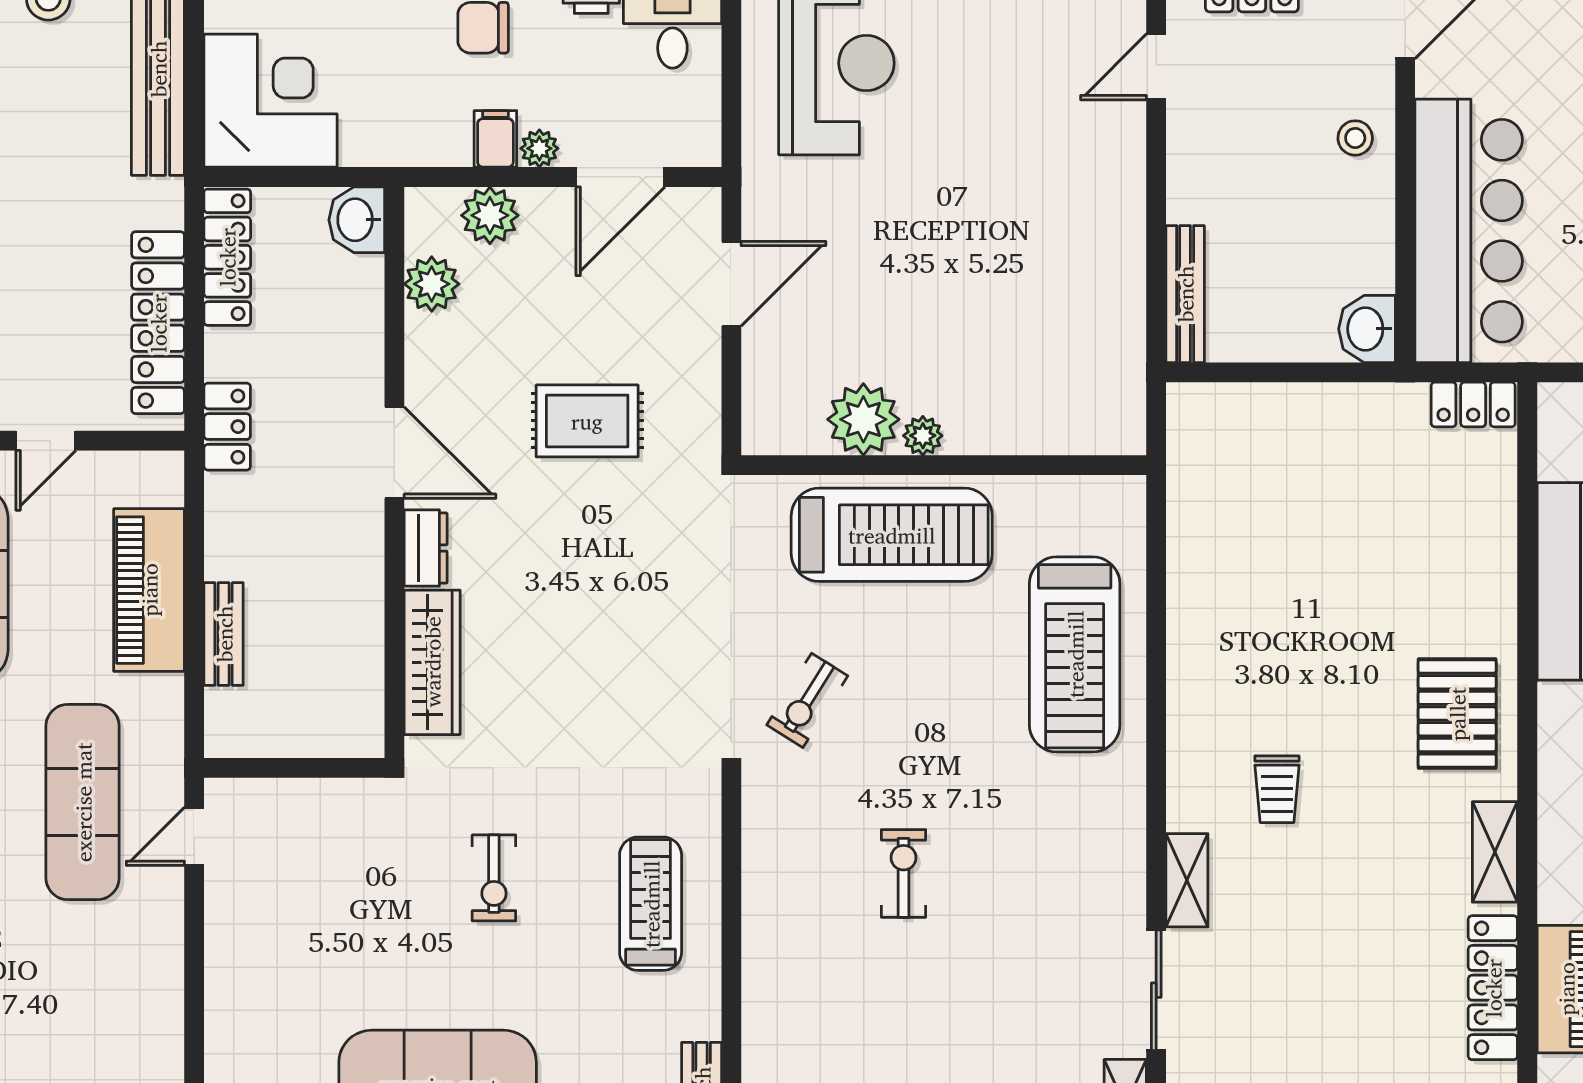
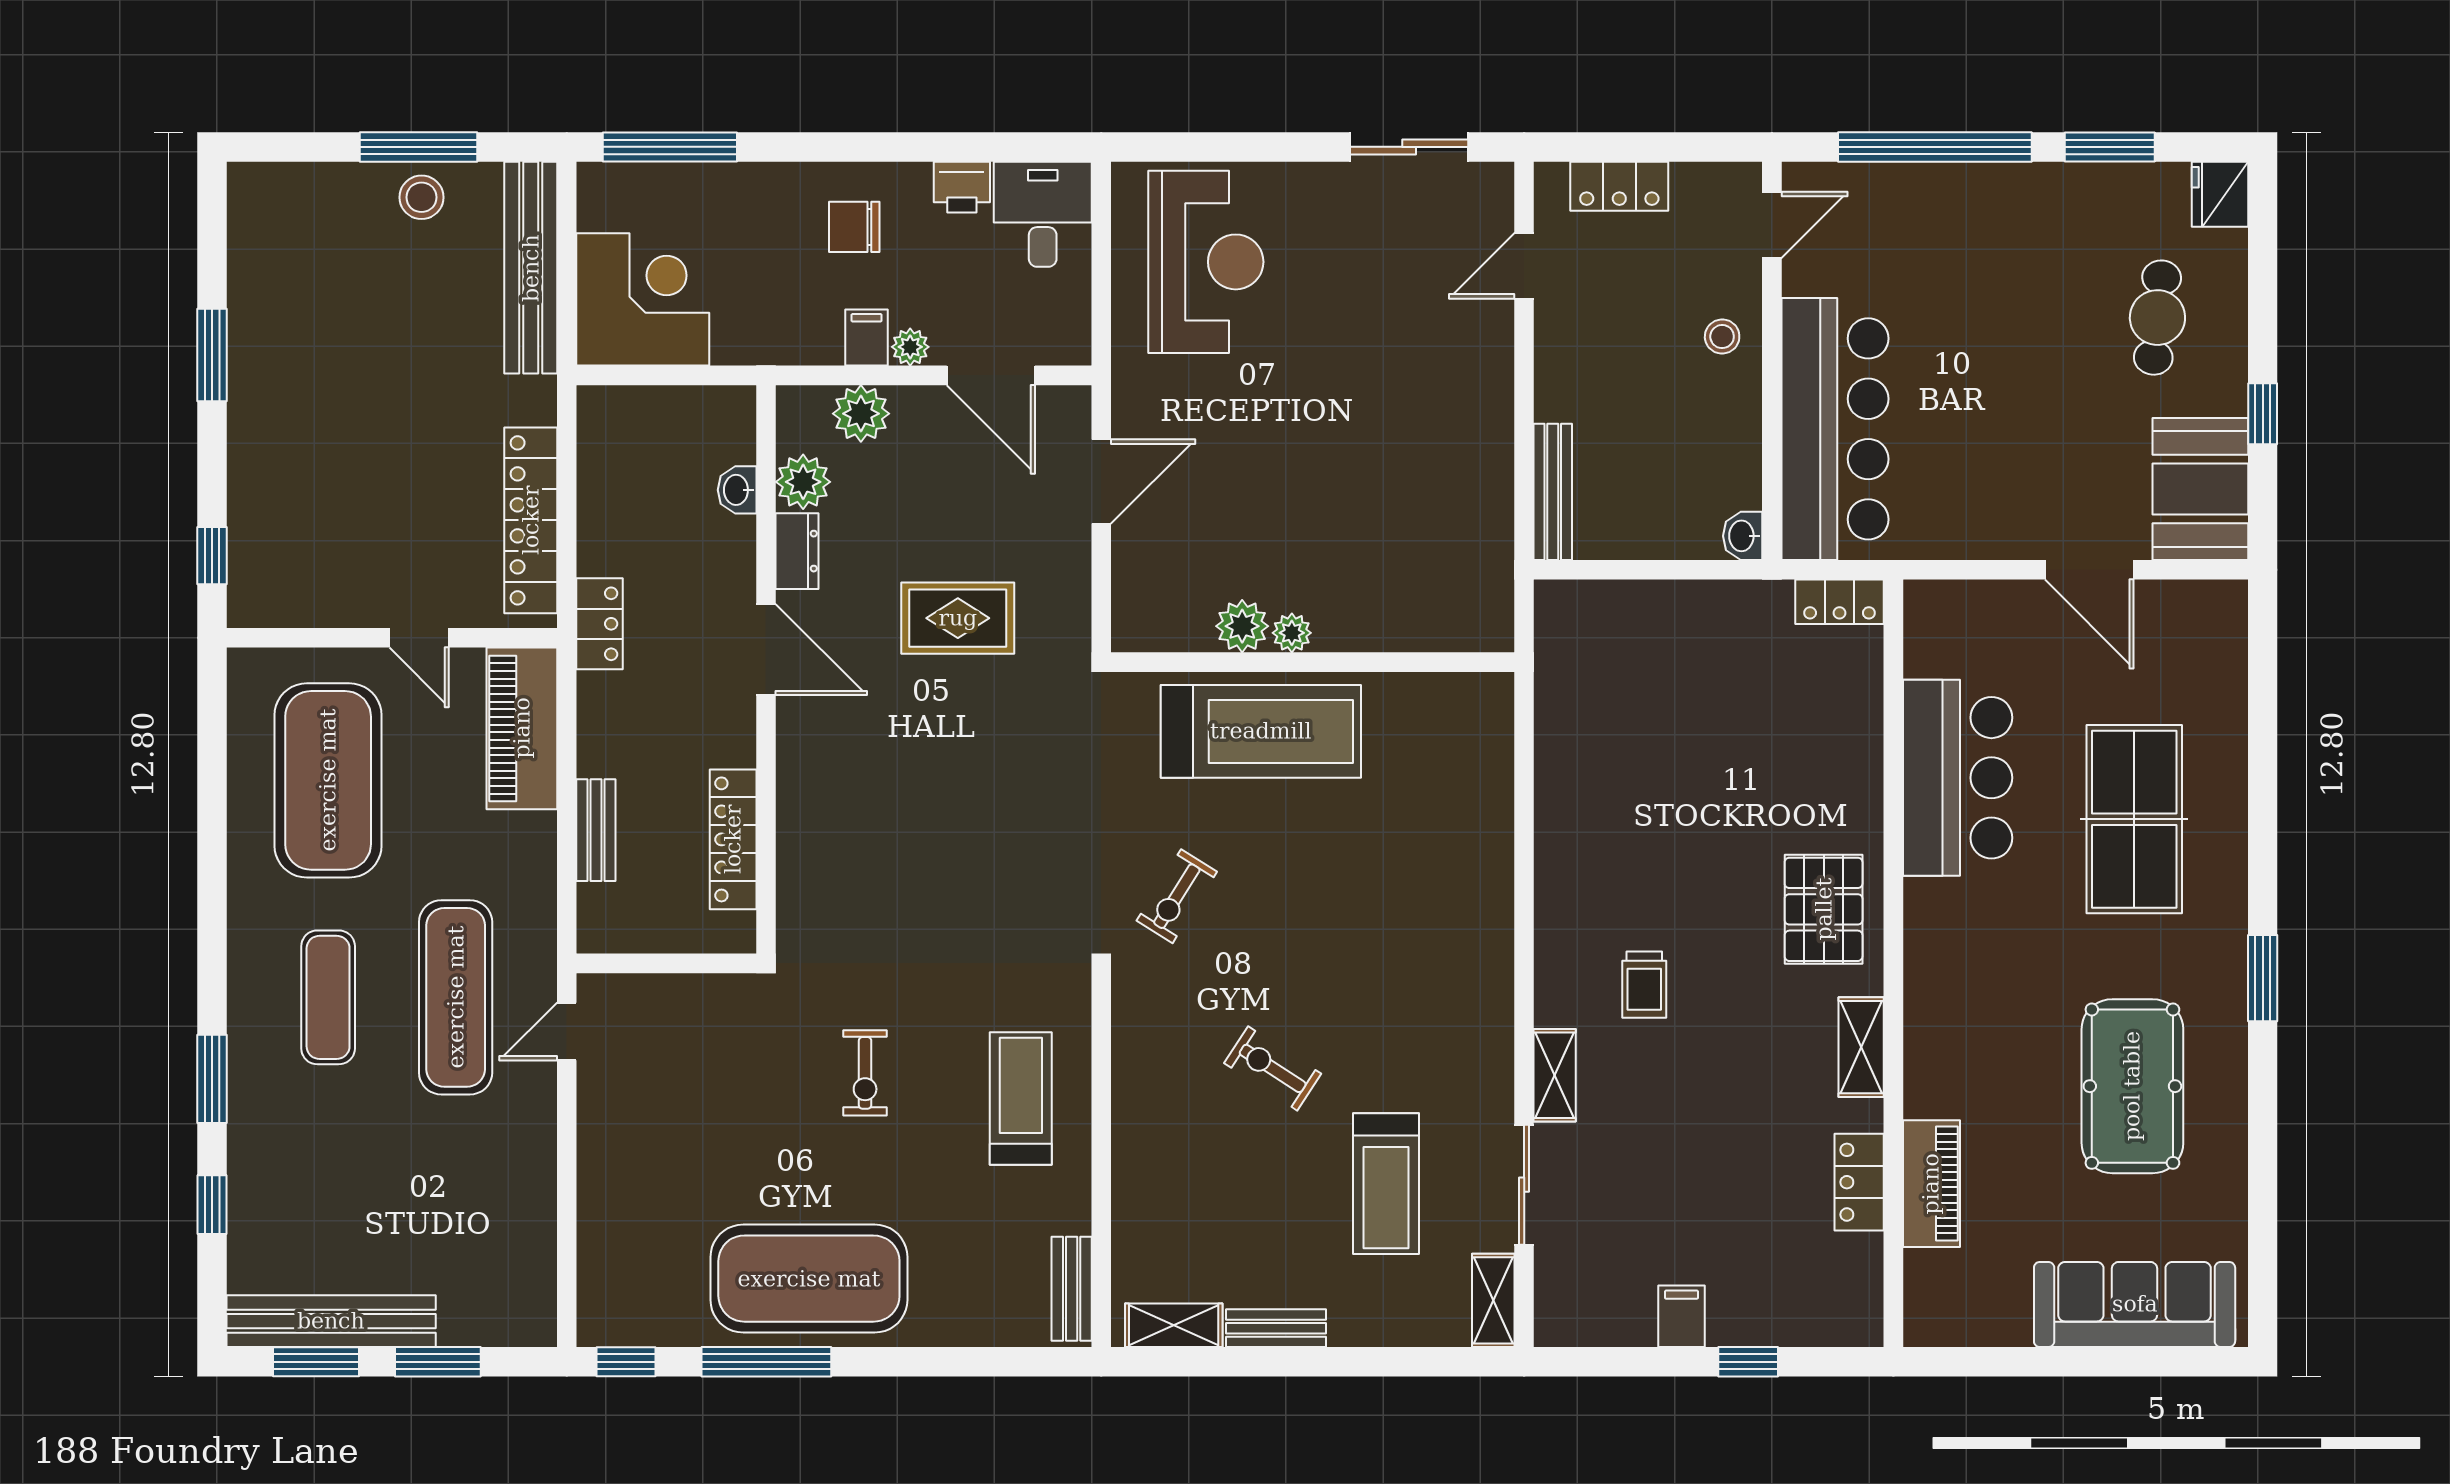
door: (620, 177) -> (991, 375), hinge flipped
washbasin: (357, 220) -> (737, 490), moved, width x0.72, depth x0.69
locker: (227, 257) -> (733, 839), moved, turned 180
washbasin: (1367, 329) -> (1743, 536), width x0.72, depth x0.69
plant: (863, 419) -> (1242, 626), width x0.73, depth x0.73
door: (46, 441) -> (419, 638), hinge flipped
dresser: (426, 548) -> (797, 551), moved
piano: (149, 590) -> (522, 728), moved
treadmill: (1075, 654) -> (1386, 1184), moved, width x0.73, depth x0.73
wardrobe: (432, 662) -> (804, 858), removed
exercise bike: (904, 873) -> (1273, 1068), turned -57
locker: (1493, 988) -> (1859, 1182), width x0.66

